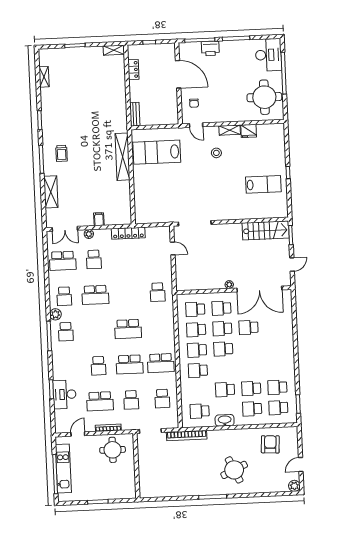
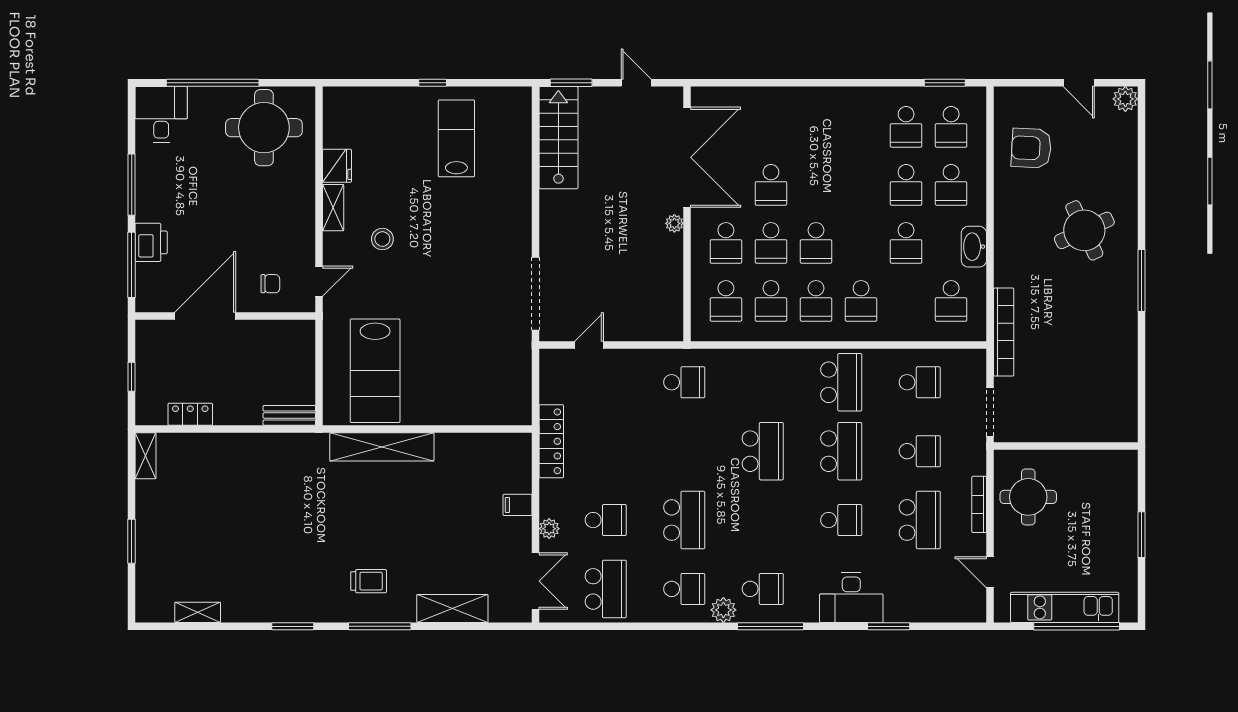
desk: (268, 55) -> (161, 114), width x0.73
desk: (64, 394) -> (851, 598), moved

